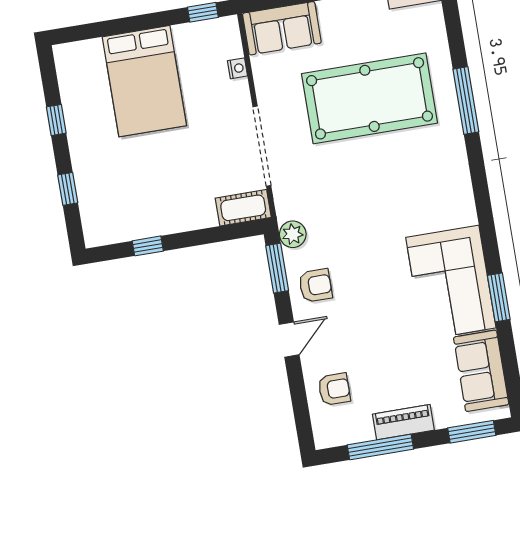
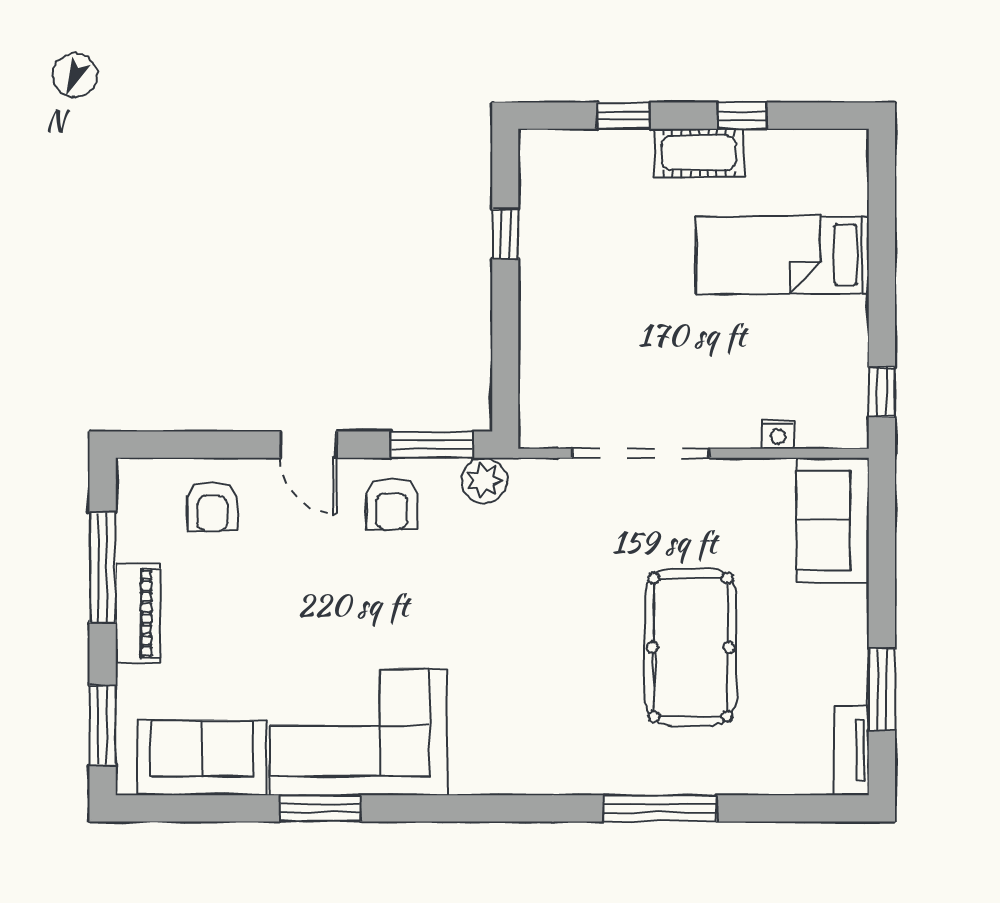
bed: (144, 81) -> (782, 255), width x0.67
pool table: (370, 98) -> (691, 647), width x0.73, depth x0.76
cot: (243, 208) -> (699, 153), moved, turned 90

